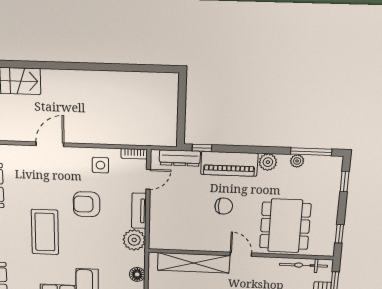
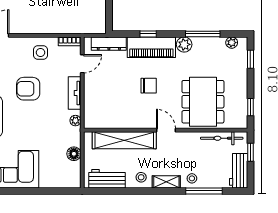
window: (202, 148) -> (148, 34), moved
window: (311, 152) -> (203, 34), moved
plant: (297, 161) -> (232, 43), moved
plant: (134, 240) -> (75, 121), width x0.53, depth x0.53

